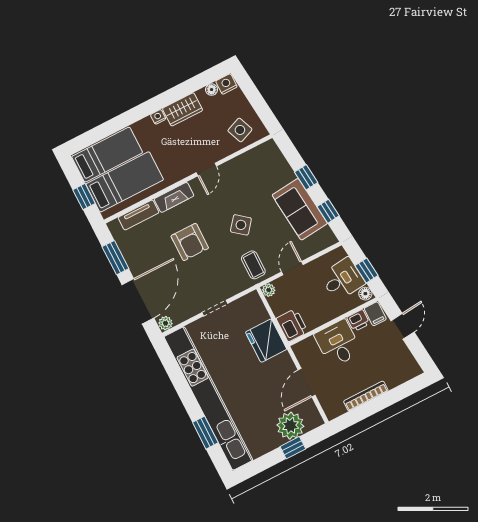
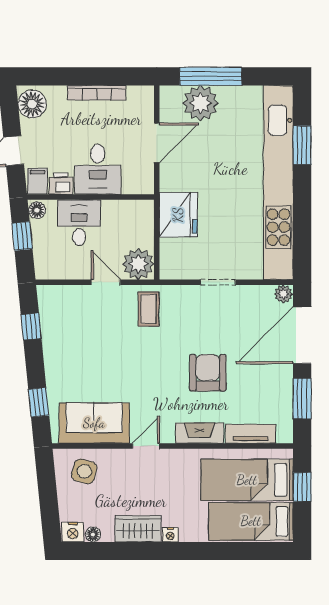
side table: (240, 130) -> (84, 471), turned 37
window: (306, 177) -> (39, 402), moved
sofa: (300, 209) -> (94, 423), moved, turned -84
side table: (241, 225) -> (139, 362), removed
door: (292, 268) -> (106, 282), swing flipped
desk: (343, 279) -> (79, 223), moved, turned 96
plant: (269, 290) -> (138, 264), width x1.88, depth x1.88
printer: (292, 325) -> (140, 217), removed
floor lamp: (406, 365) -> (32, 104), added
window: (293, 448) -> (211, 76), width x2.17

